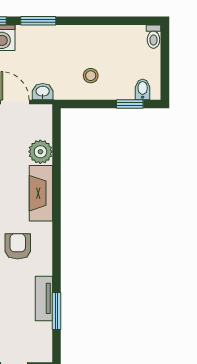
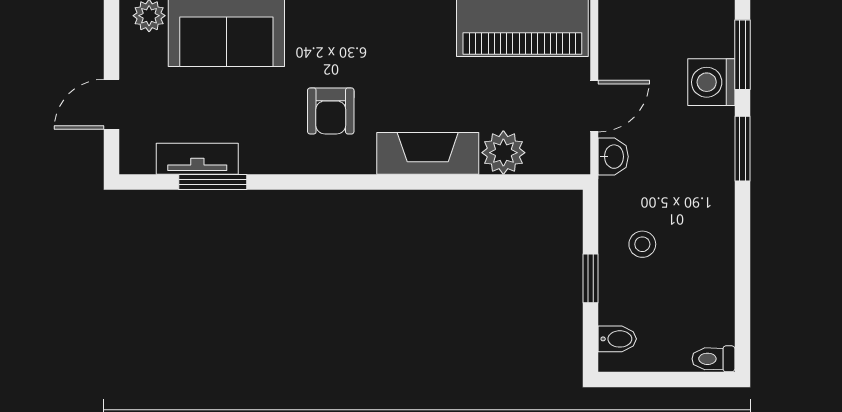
window: (130, 104) -> (590, 278), moved
armchair: (18, 246) -> (331, 111), turned 90
tv unit: (44, 298) -> (197, 159), moved

